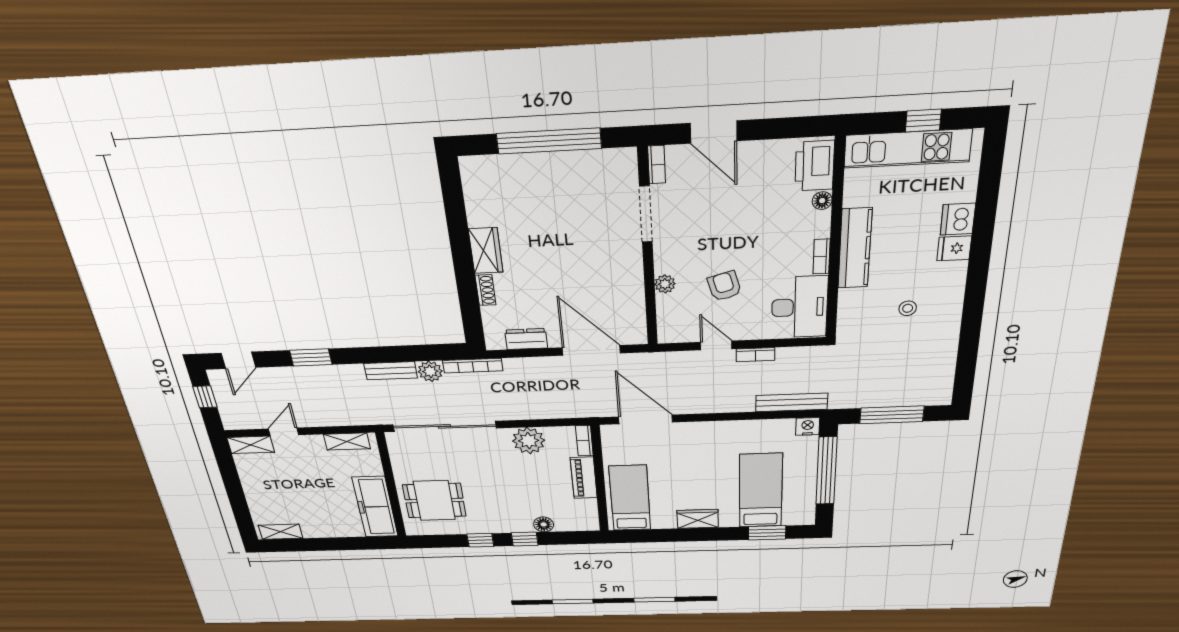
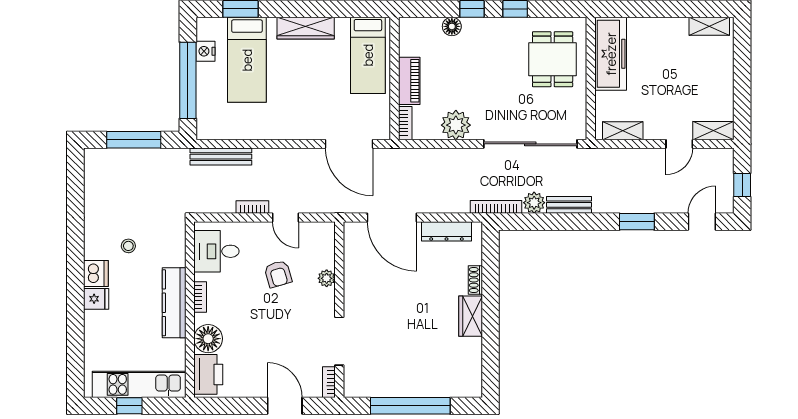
floor lamp: (822, 201) -> (208, 339), width x1.89, depth x1.89
dishwasher: (958, 219) -> (96, 274), moved
desk: (800, 307) -> (216, 251), width x0.73
dresser: (526, 339) -> (446, 231), width x1.44
nightstand: (808, 426) -> (205, 51), moved, turned 90
dining table: (434, 501) -> (553, 59), turned 90
wardrobe: (698, 519) -> (306, 28), width x1.50

